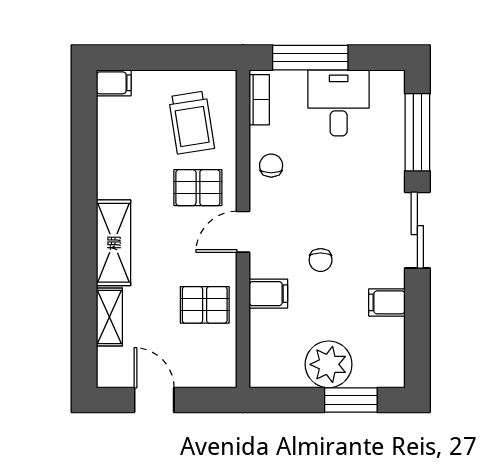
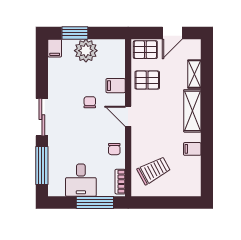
filing cabinet: (114, 83) -> (192, 149), moved
trolley: (191, 123) -> (154, 170), turned 71
pallet: (198, 188) -> (145, 50), moved
door: (243, 232) -> (128, 116), swing flipped
filing cabinet: (387, 302) -> (55, 48), moved, turned 90
door: (154, 400) -> (172, 33), hinge flipped

